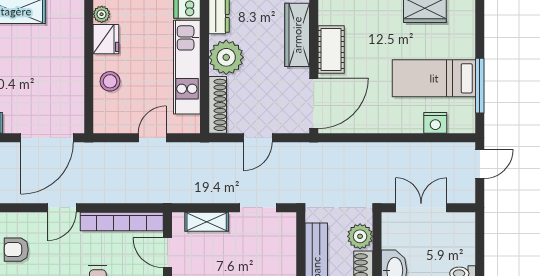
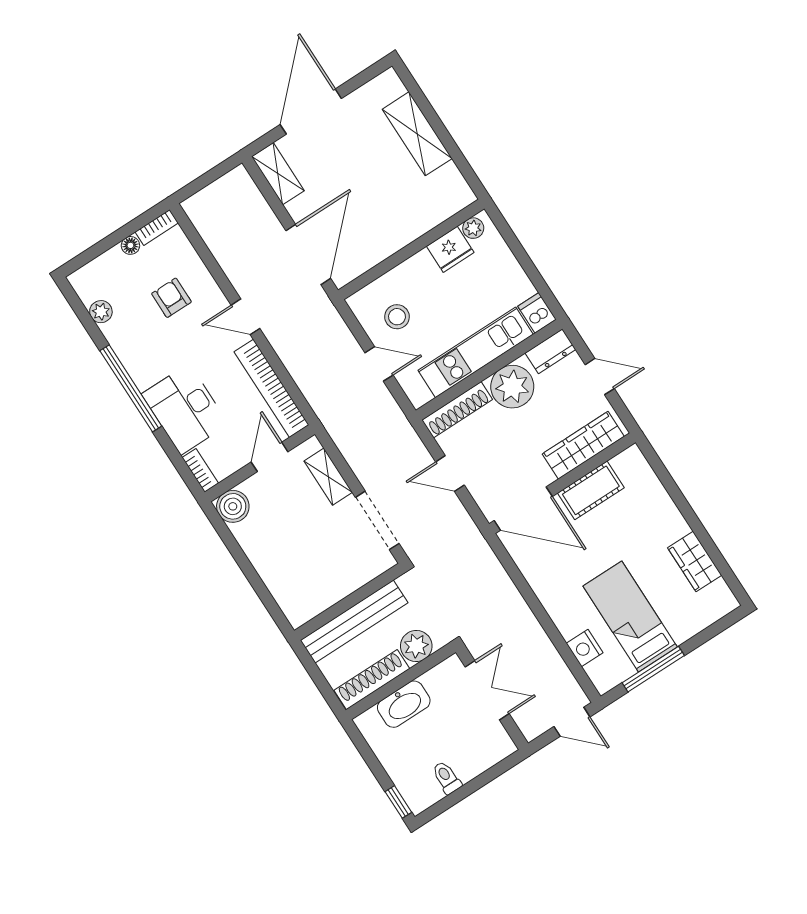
stool: (110, 81) -> (397, 317), moved
door: (47, 138) -> (308, 255), swing flipped
doorway: (258, 208) -> (377, 520), width x1.38

